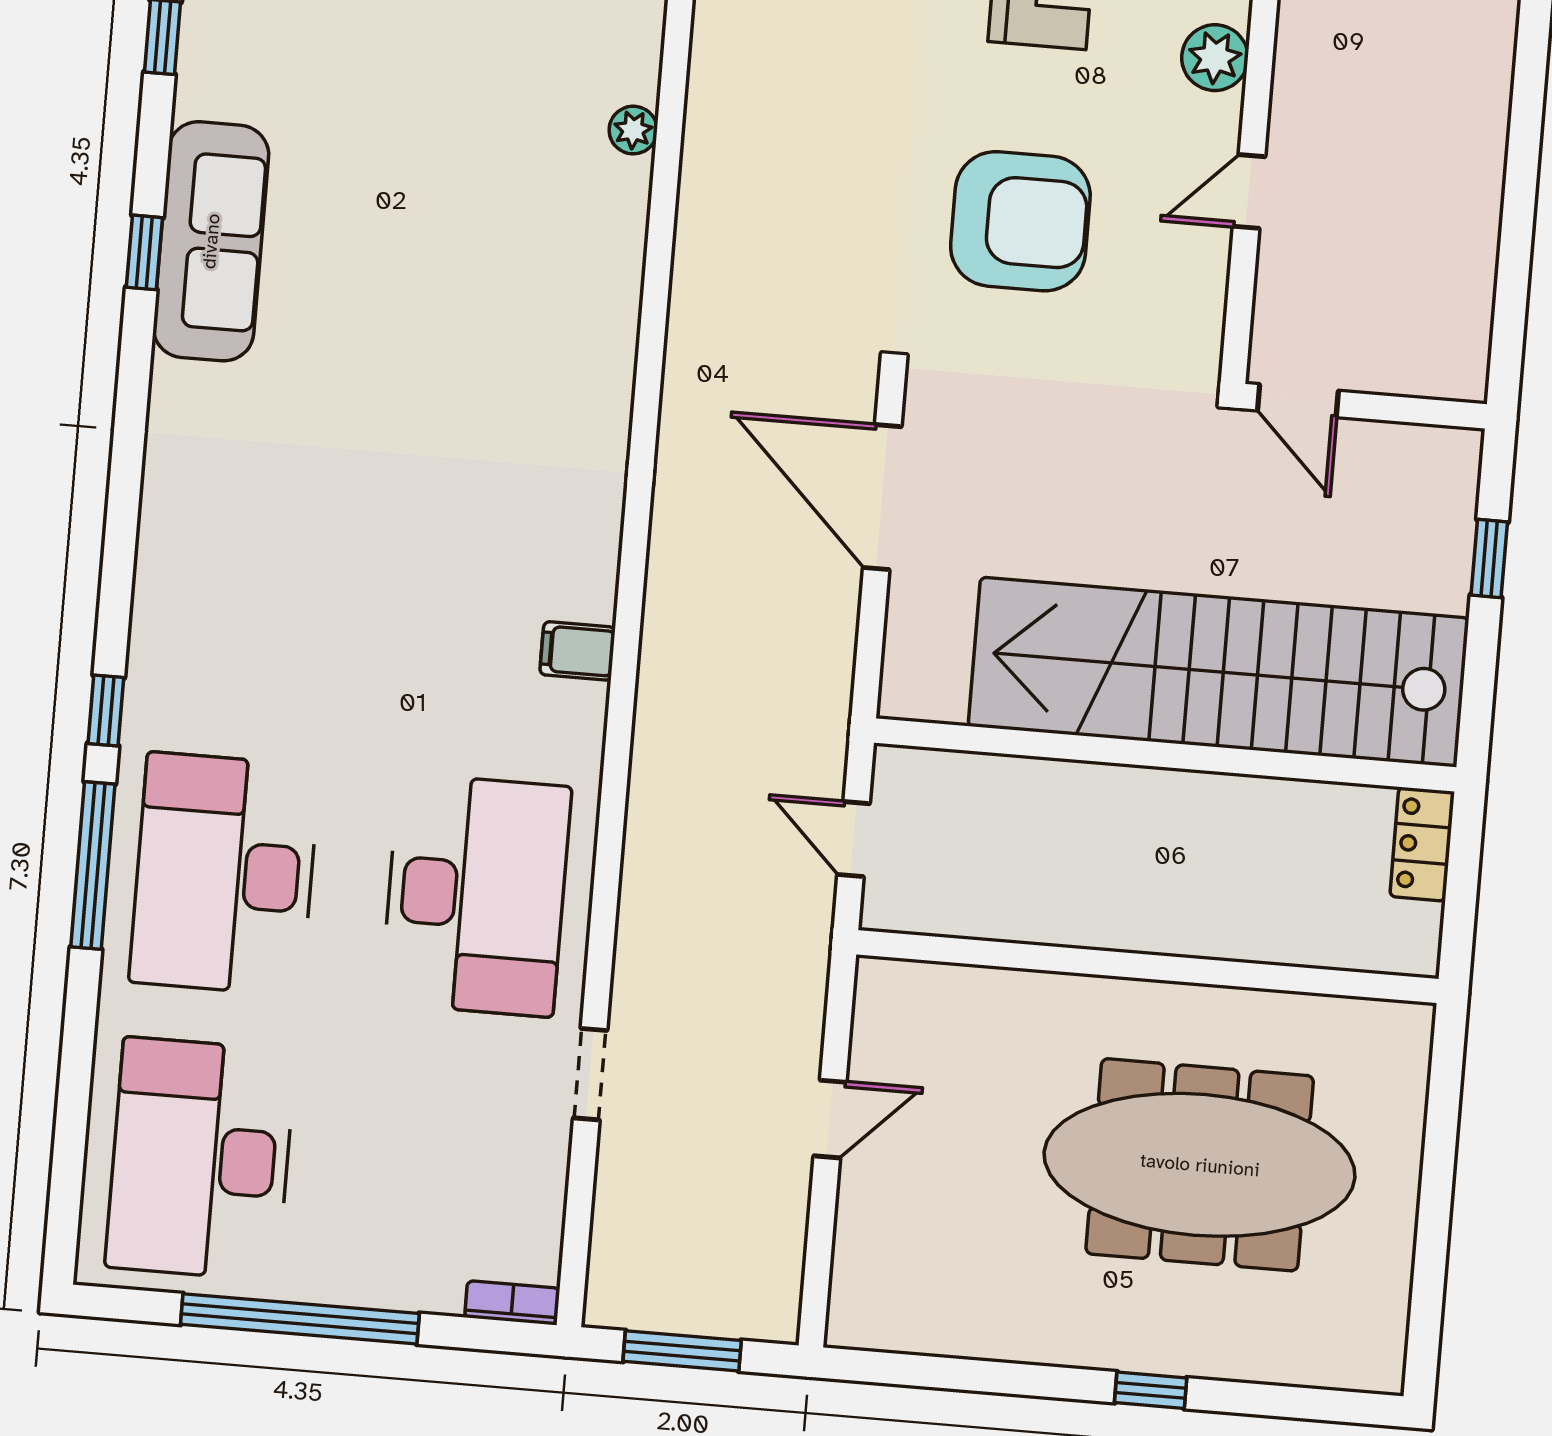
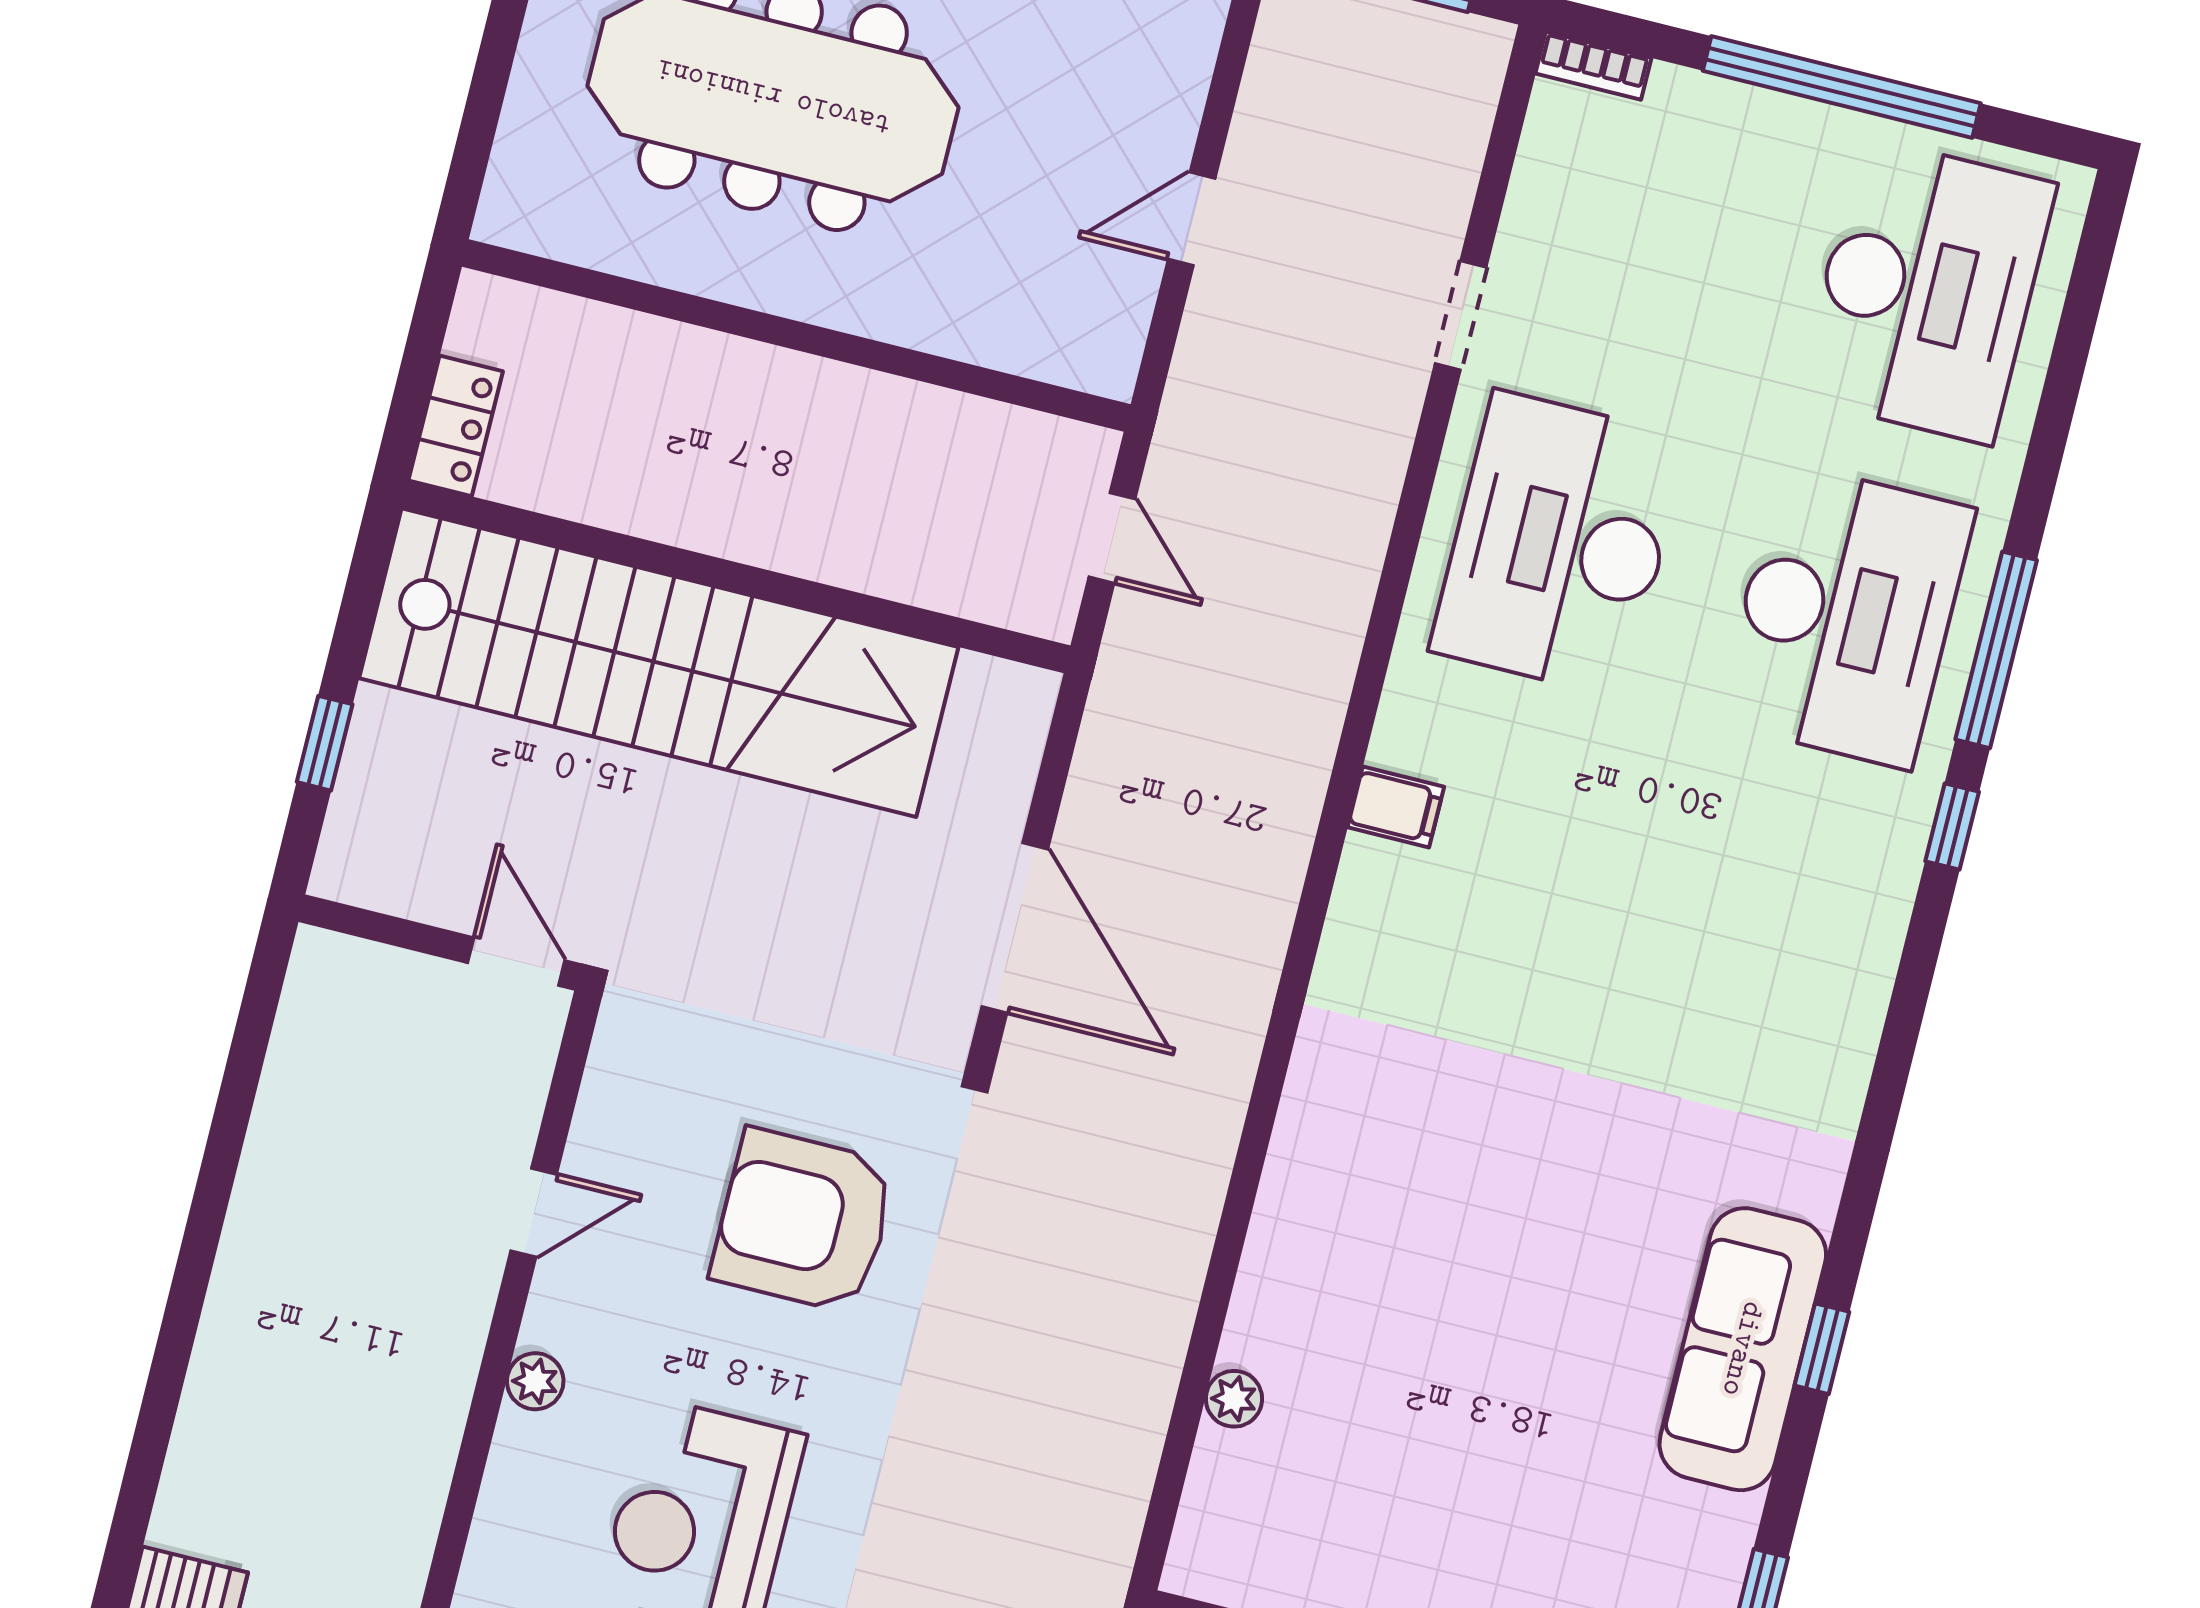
plant: (1215, 58) -> (535, 1381), width x0.73, depth x0.73

